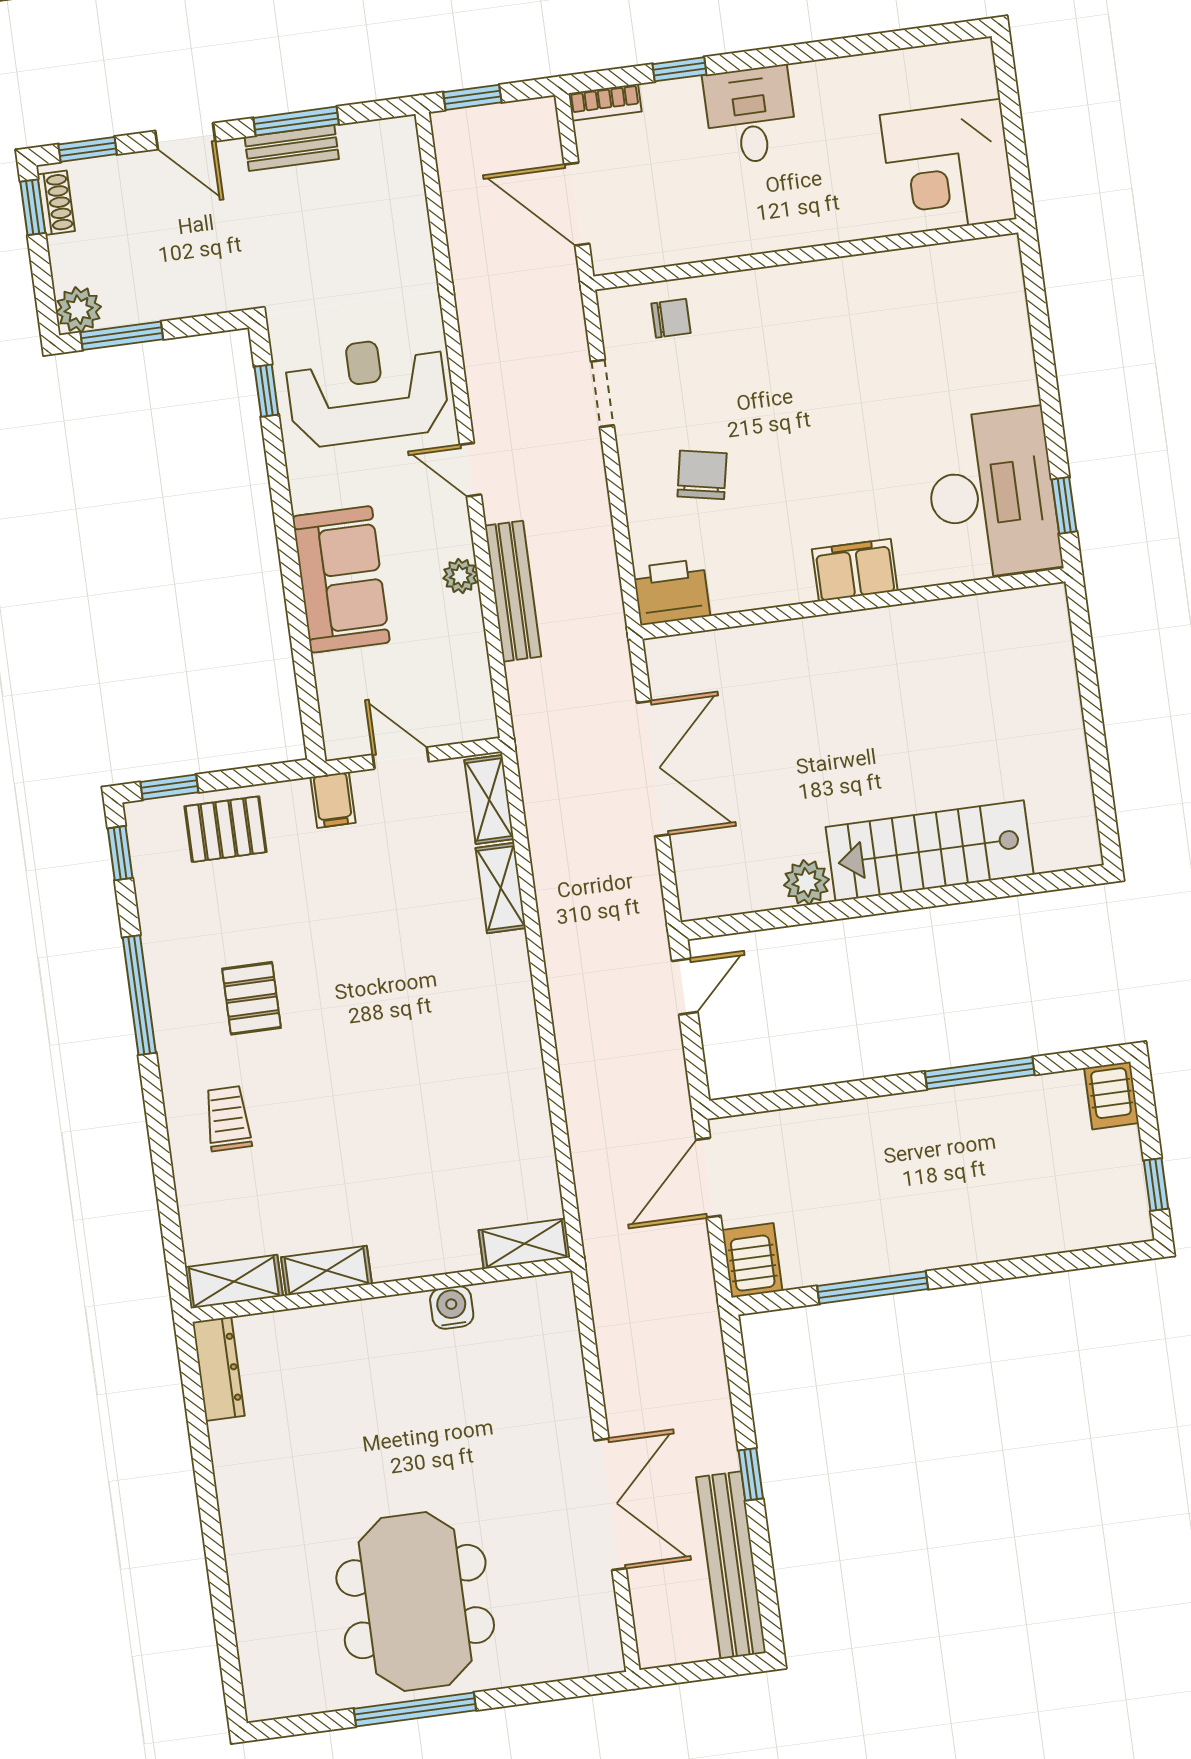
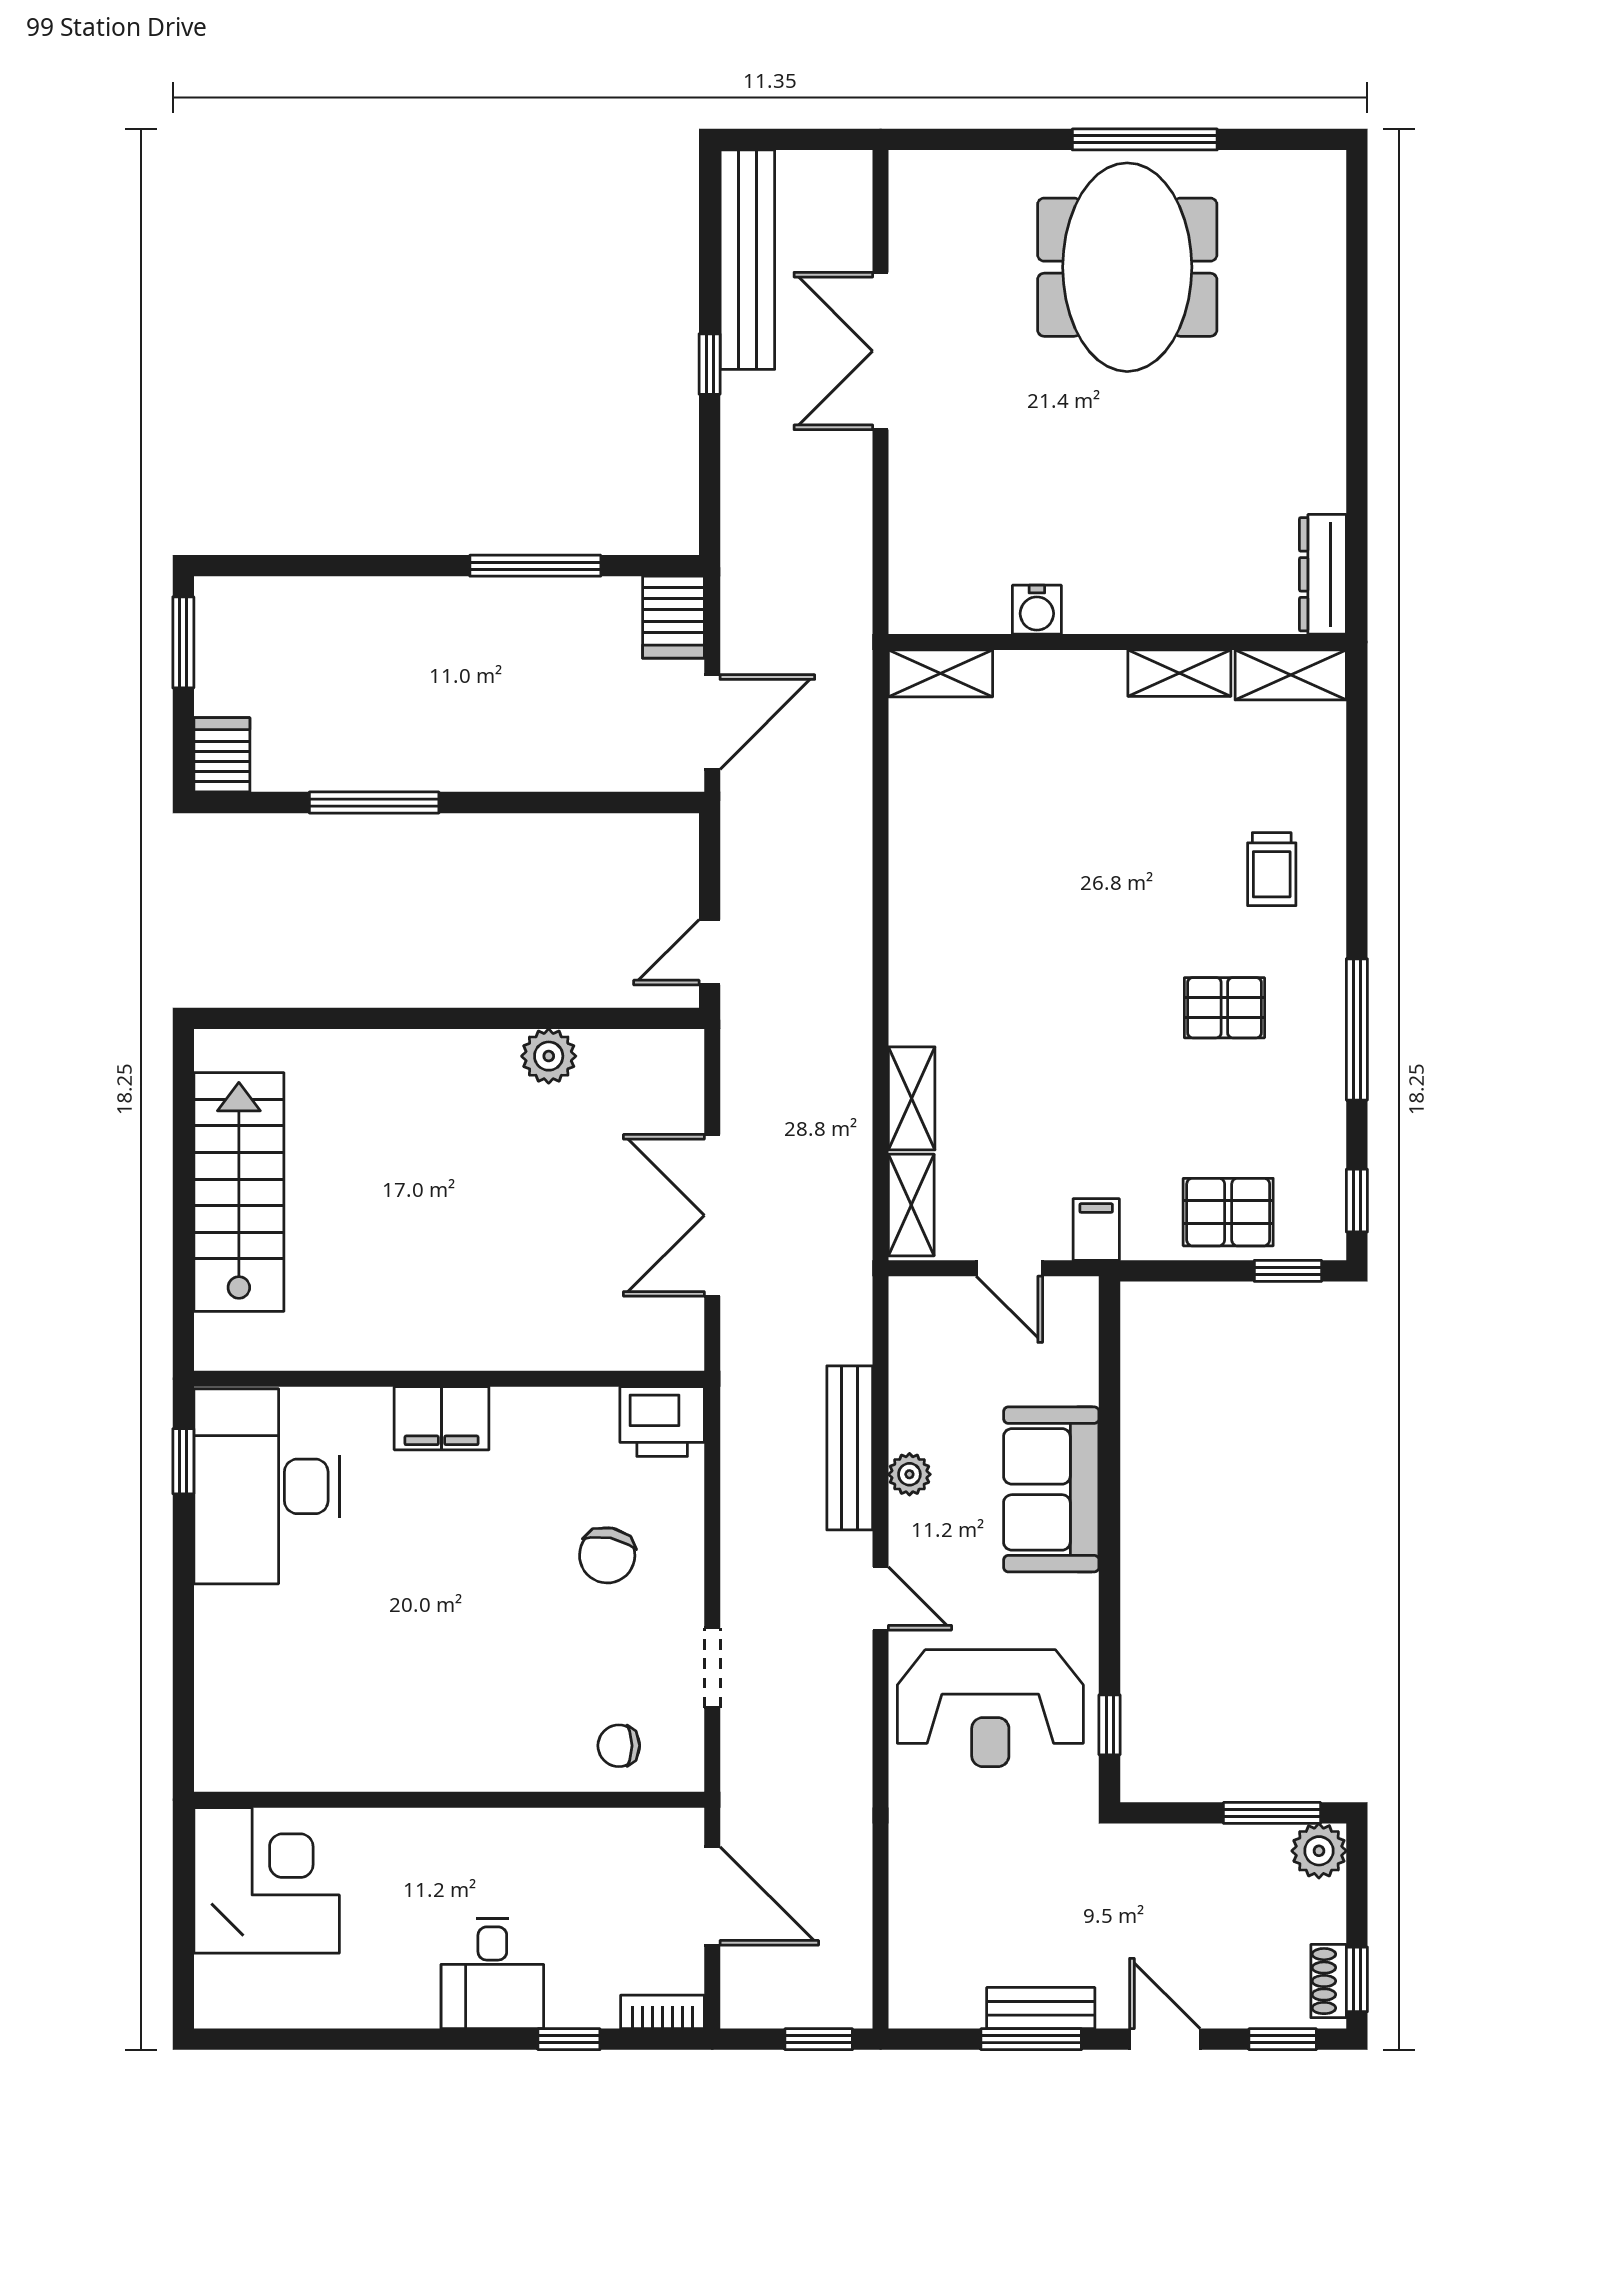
stairs: (930, 851) -> (239, 1192), moved, turned -90
pallet: (252, 998) -> (1224, 1008), turned 90
window: (1156, 1185) -> (183, 642), width x1.50

